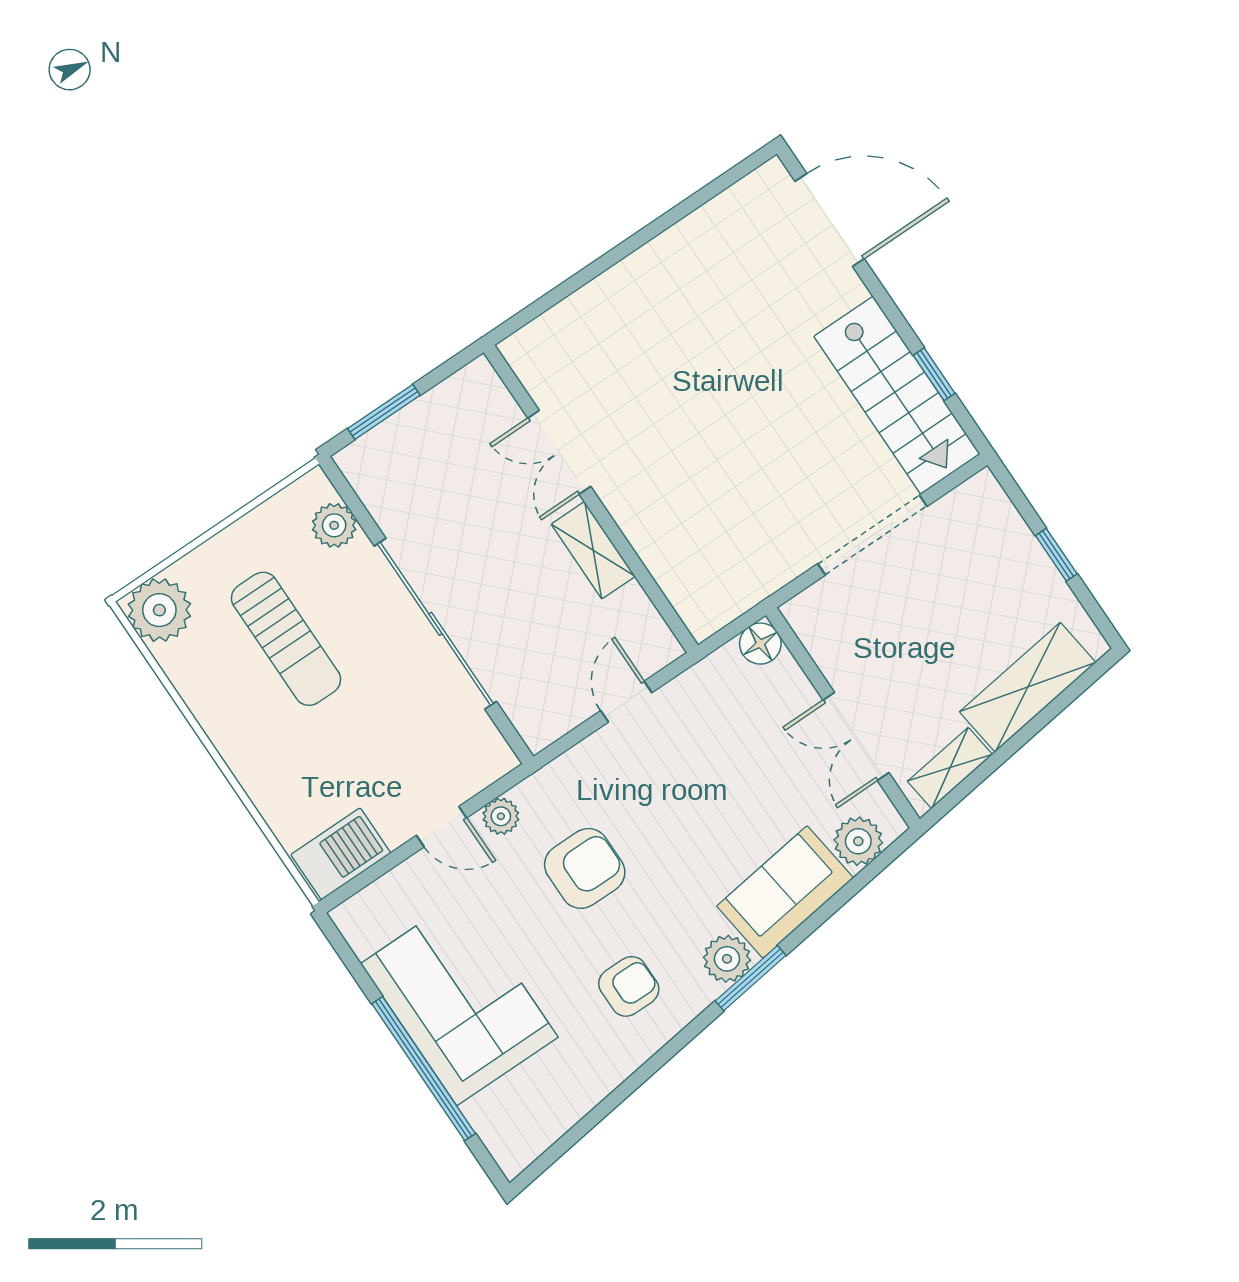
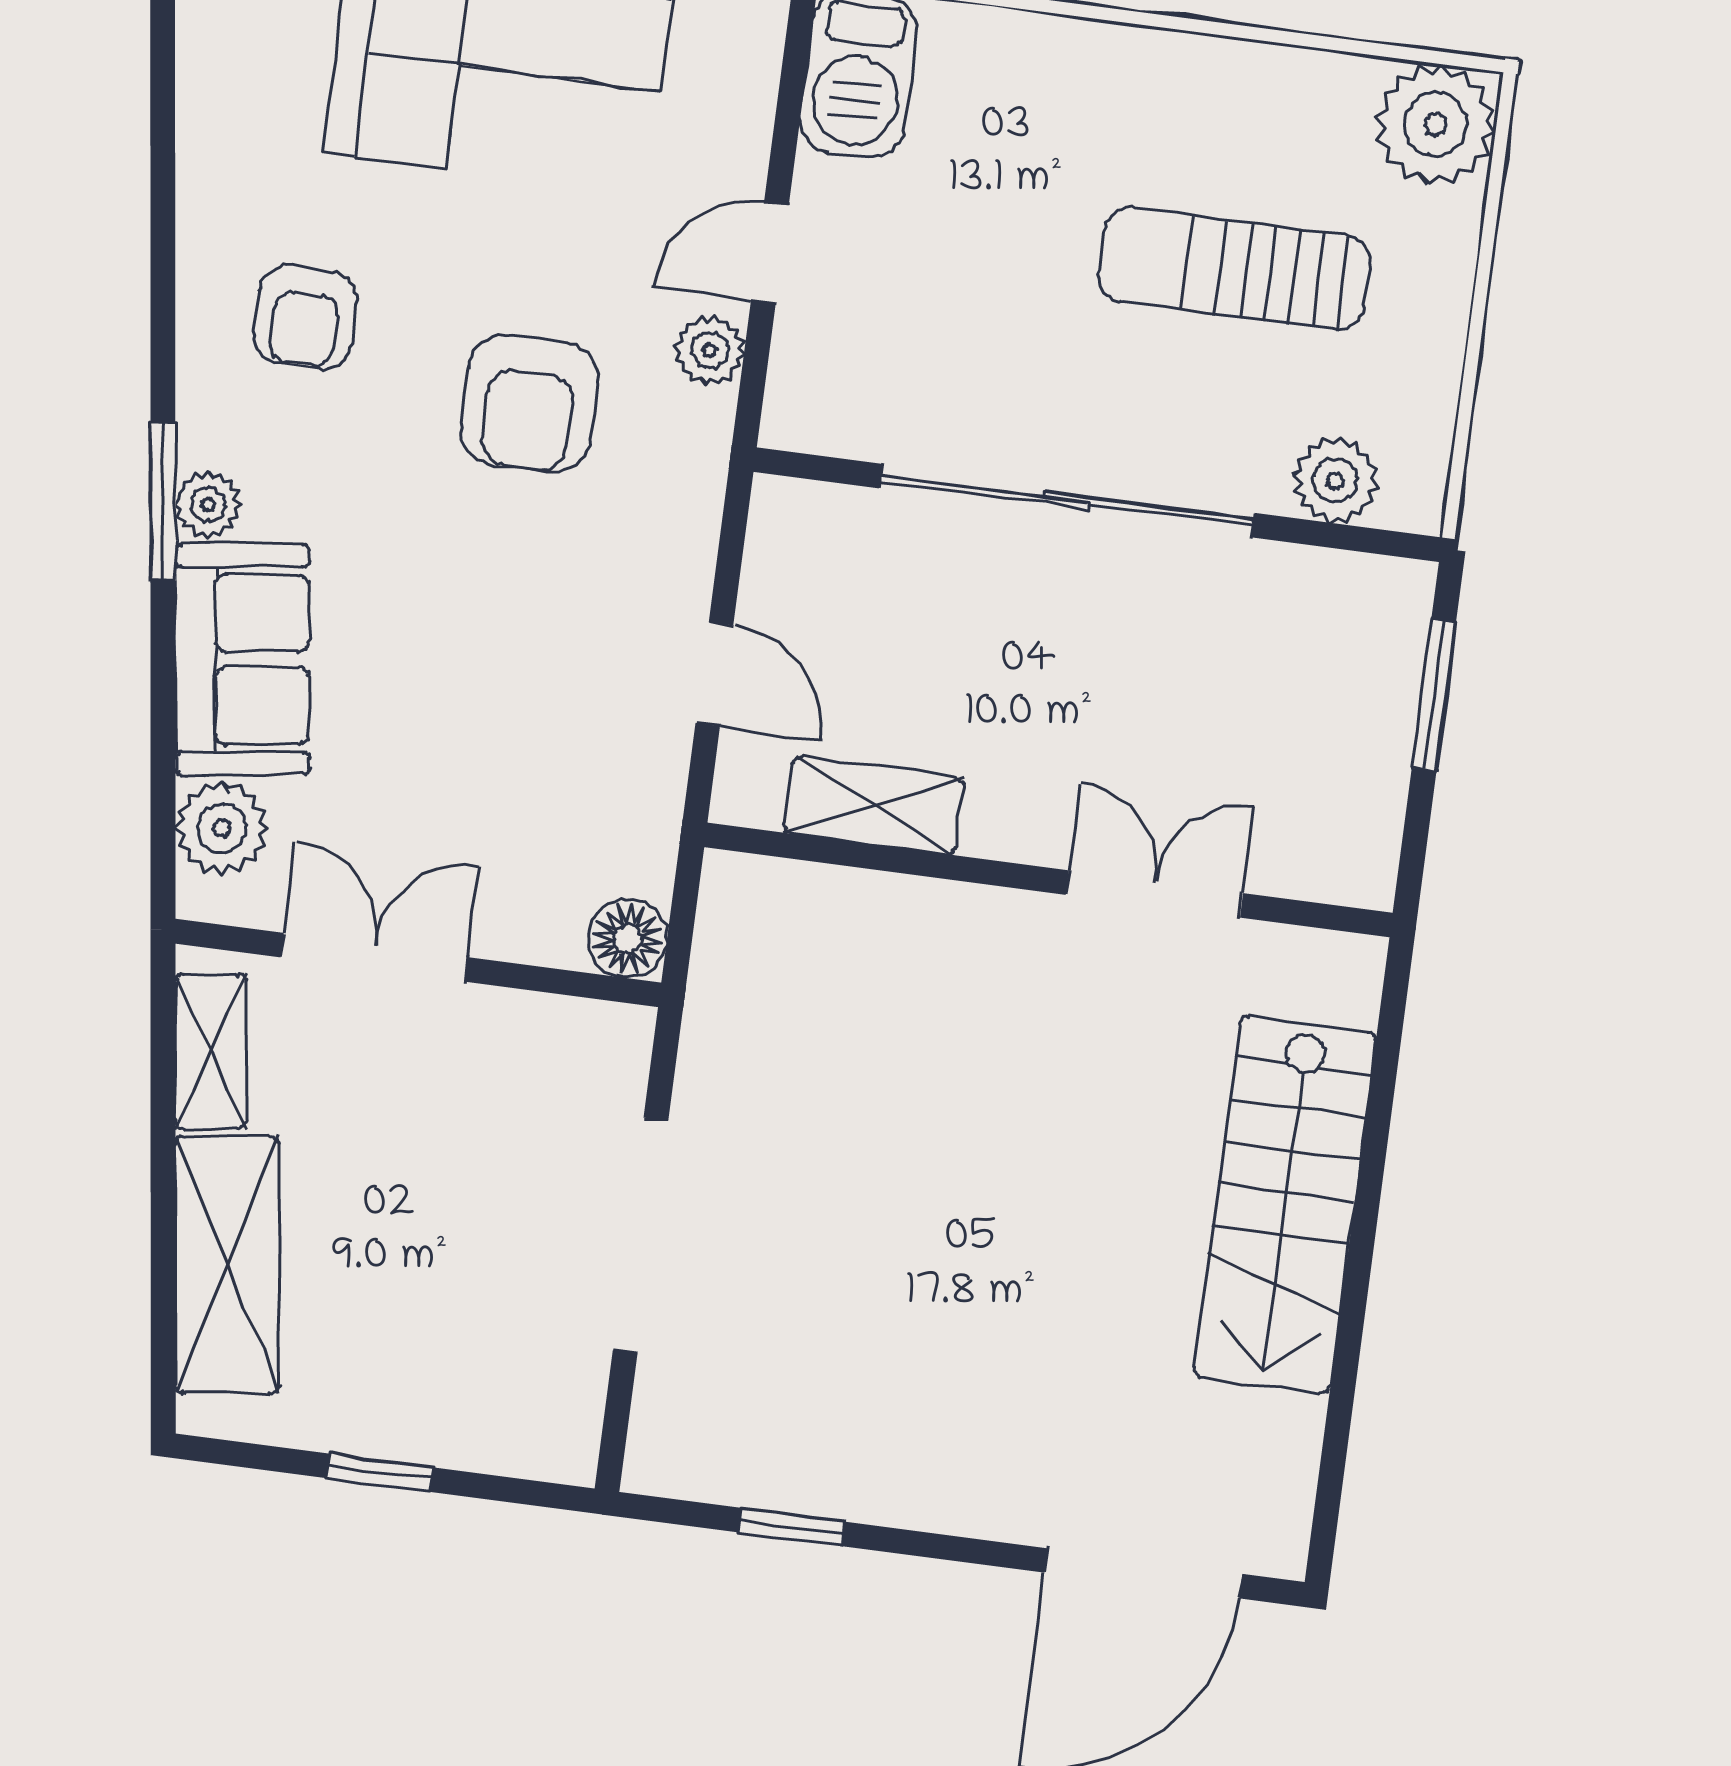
stairs: (897, 395) -> (1285, 1205), moved, turned -90
shelving: (593, 550) -> (874, 806), moved
plant: (727, 959) -> (208, 504), width x0.73, depth x0.73

